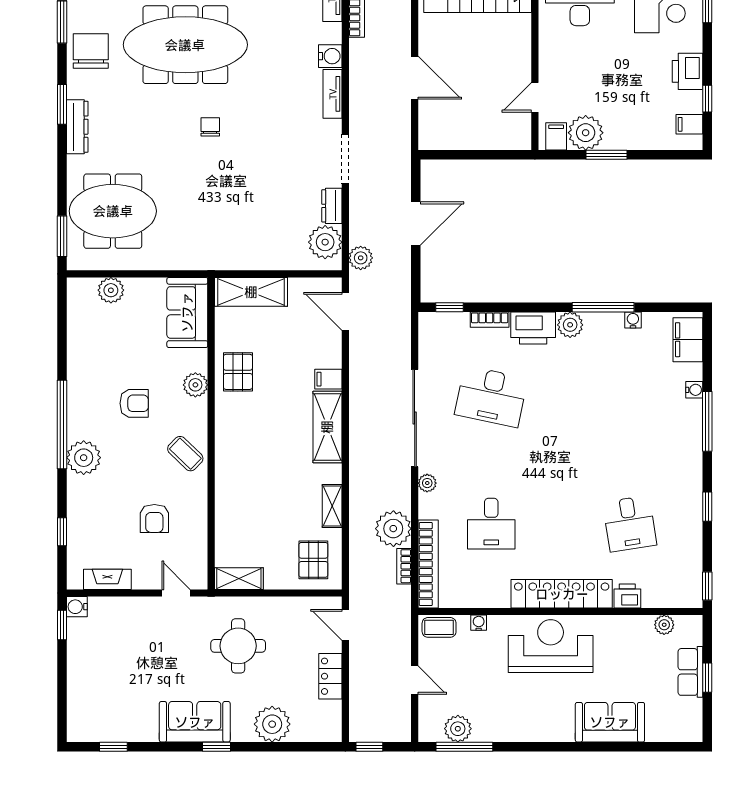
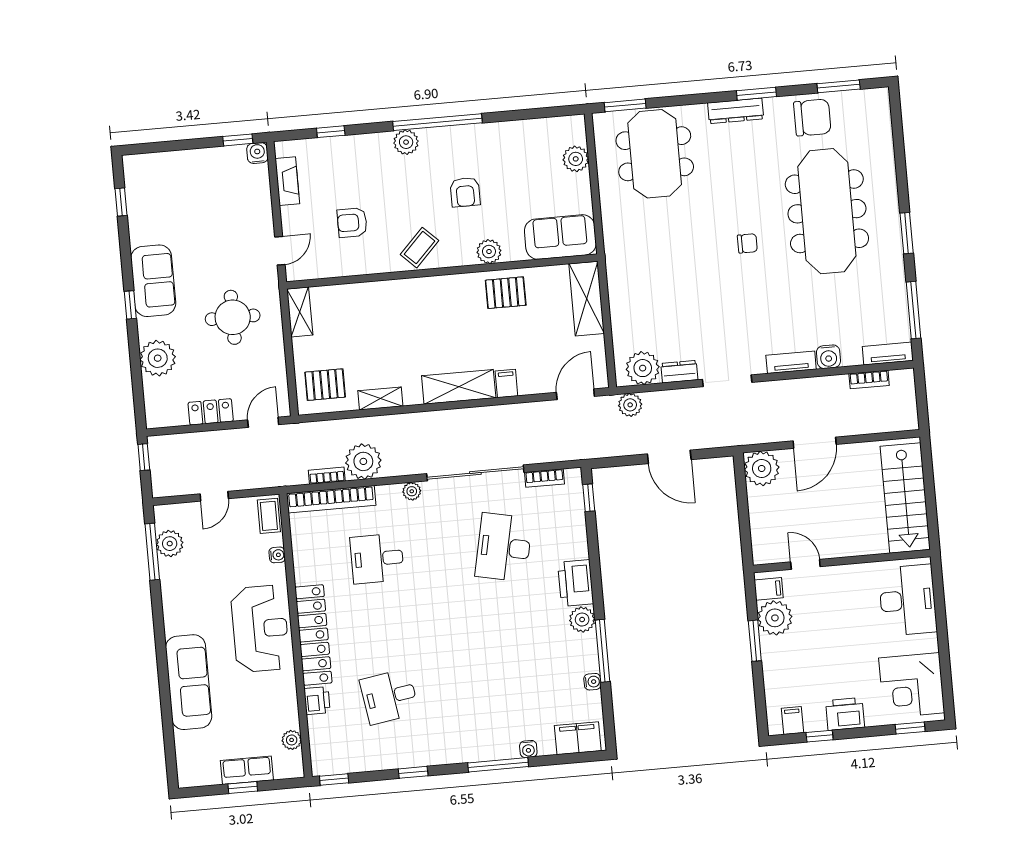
plant: (436, 133) -> (762, 468), added
bookcase: (490, 320) -> (544, 478), moved, turned -90
plant: (84, 458) -> (406, 142), width x0.73, depth x0.73
sofa: (610, 722) -> (189, 682), width x1.36

